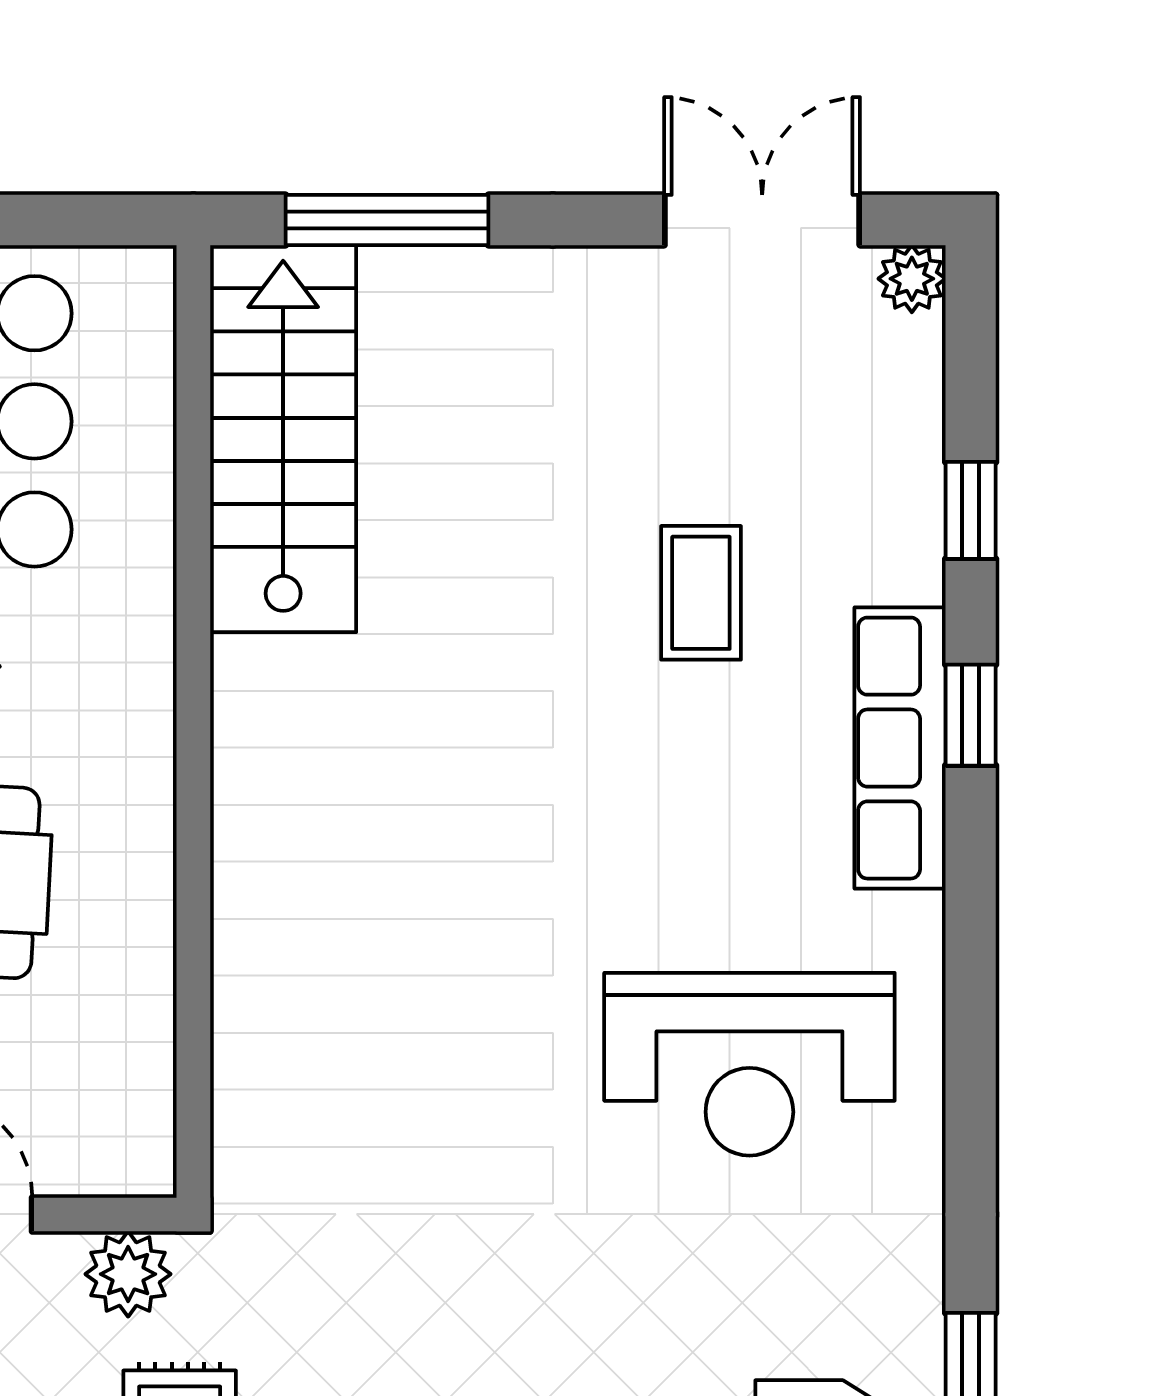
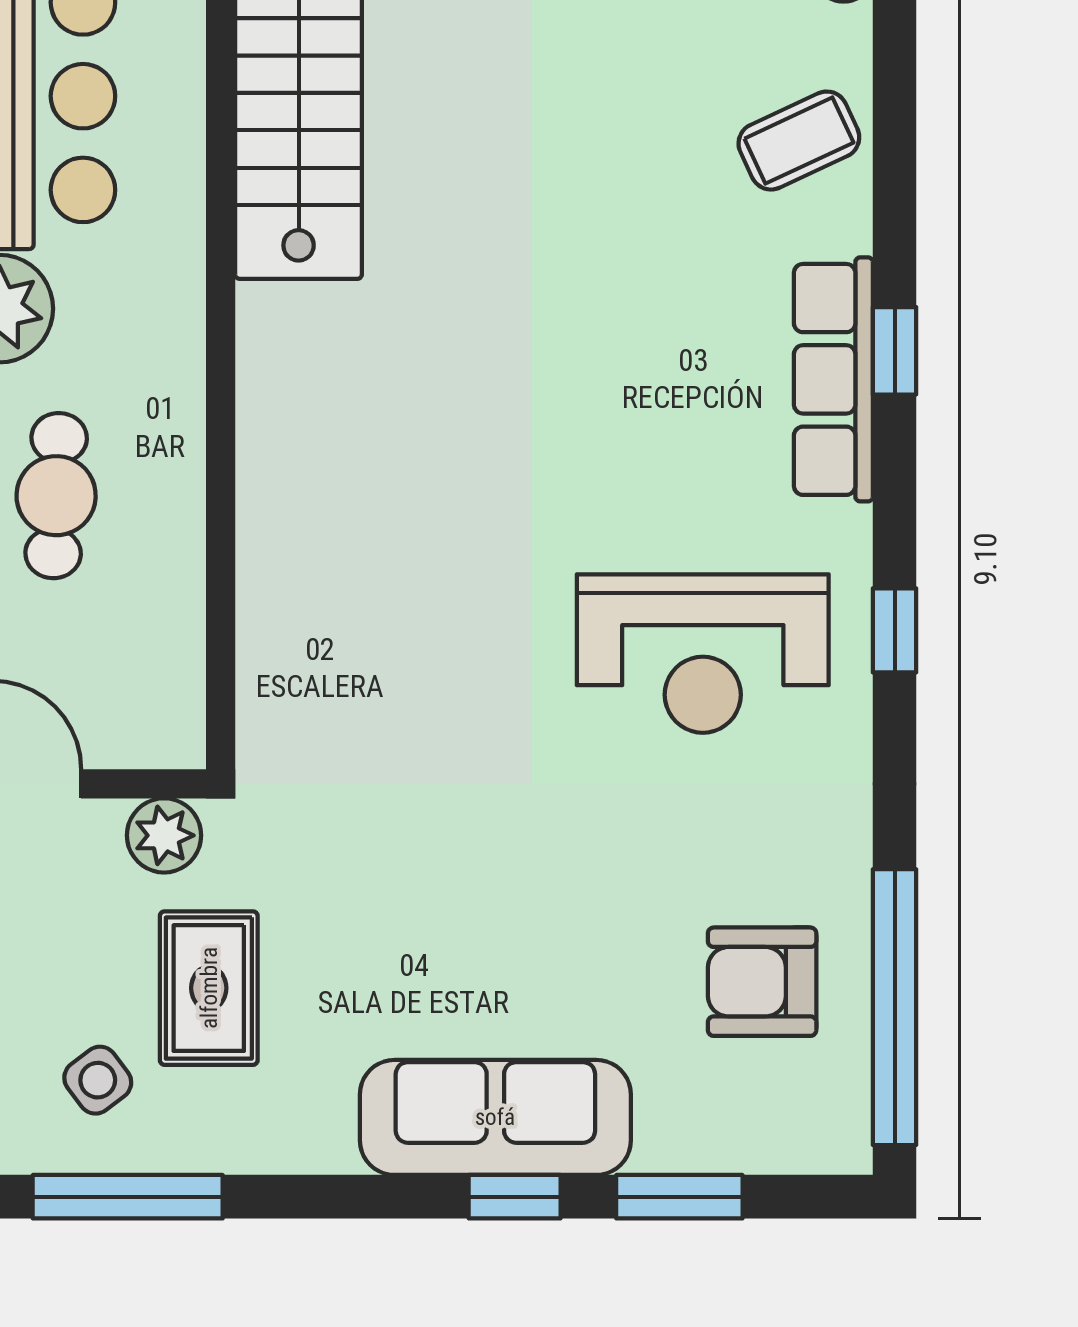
window: (971, 510) -> (895, 630), moved
coffee table: (701, 593) -> (799, 141), moved, turned 65

